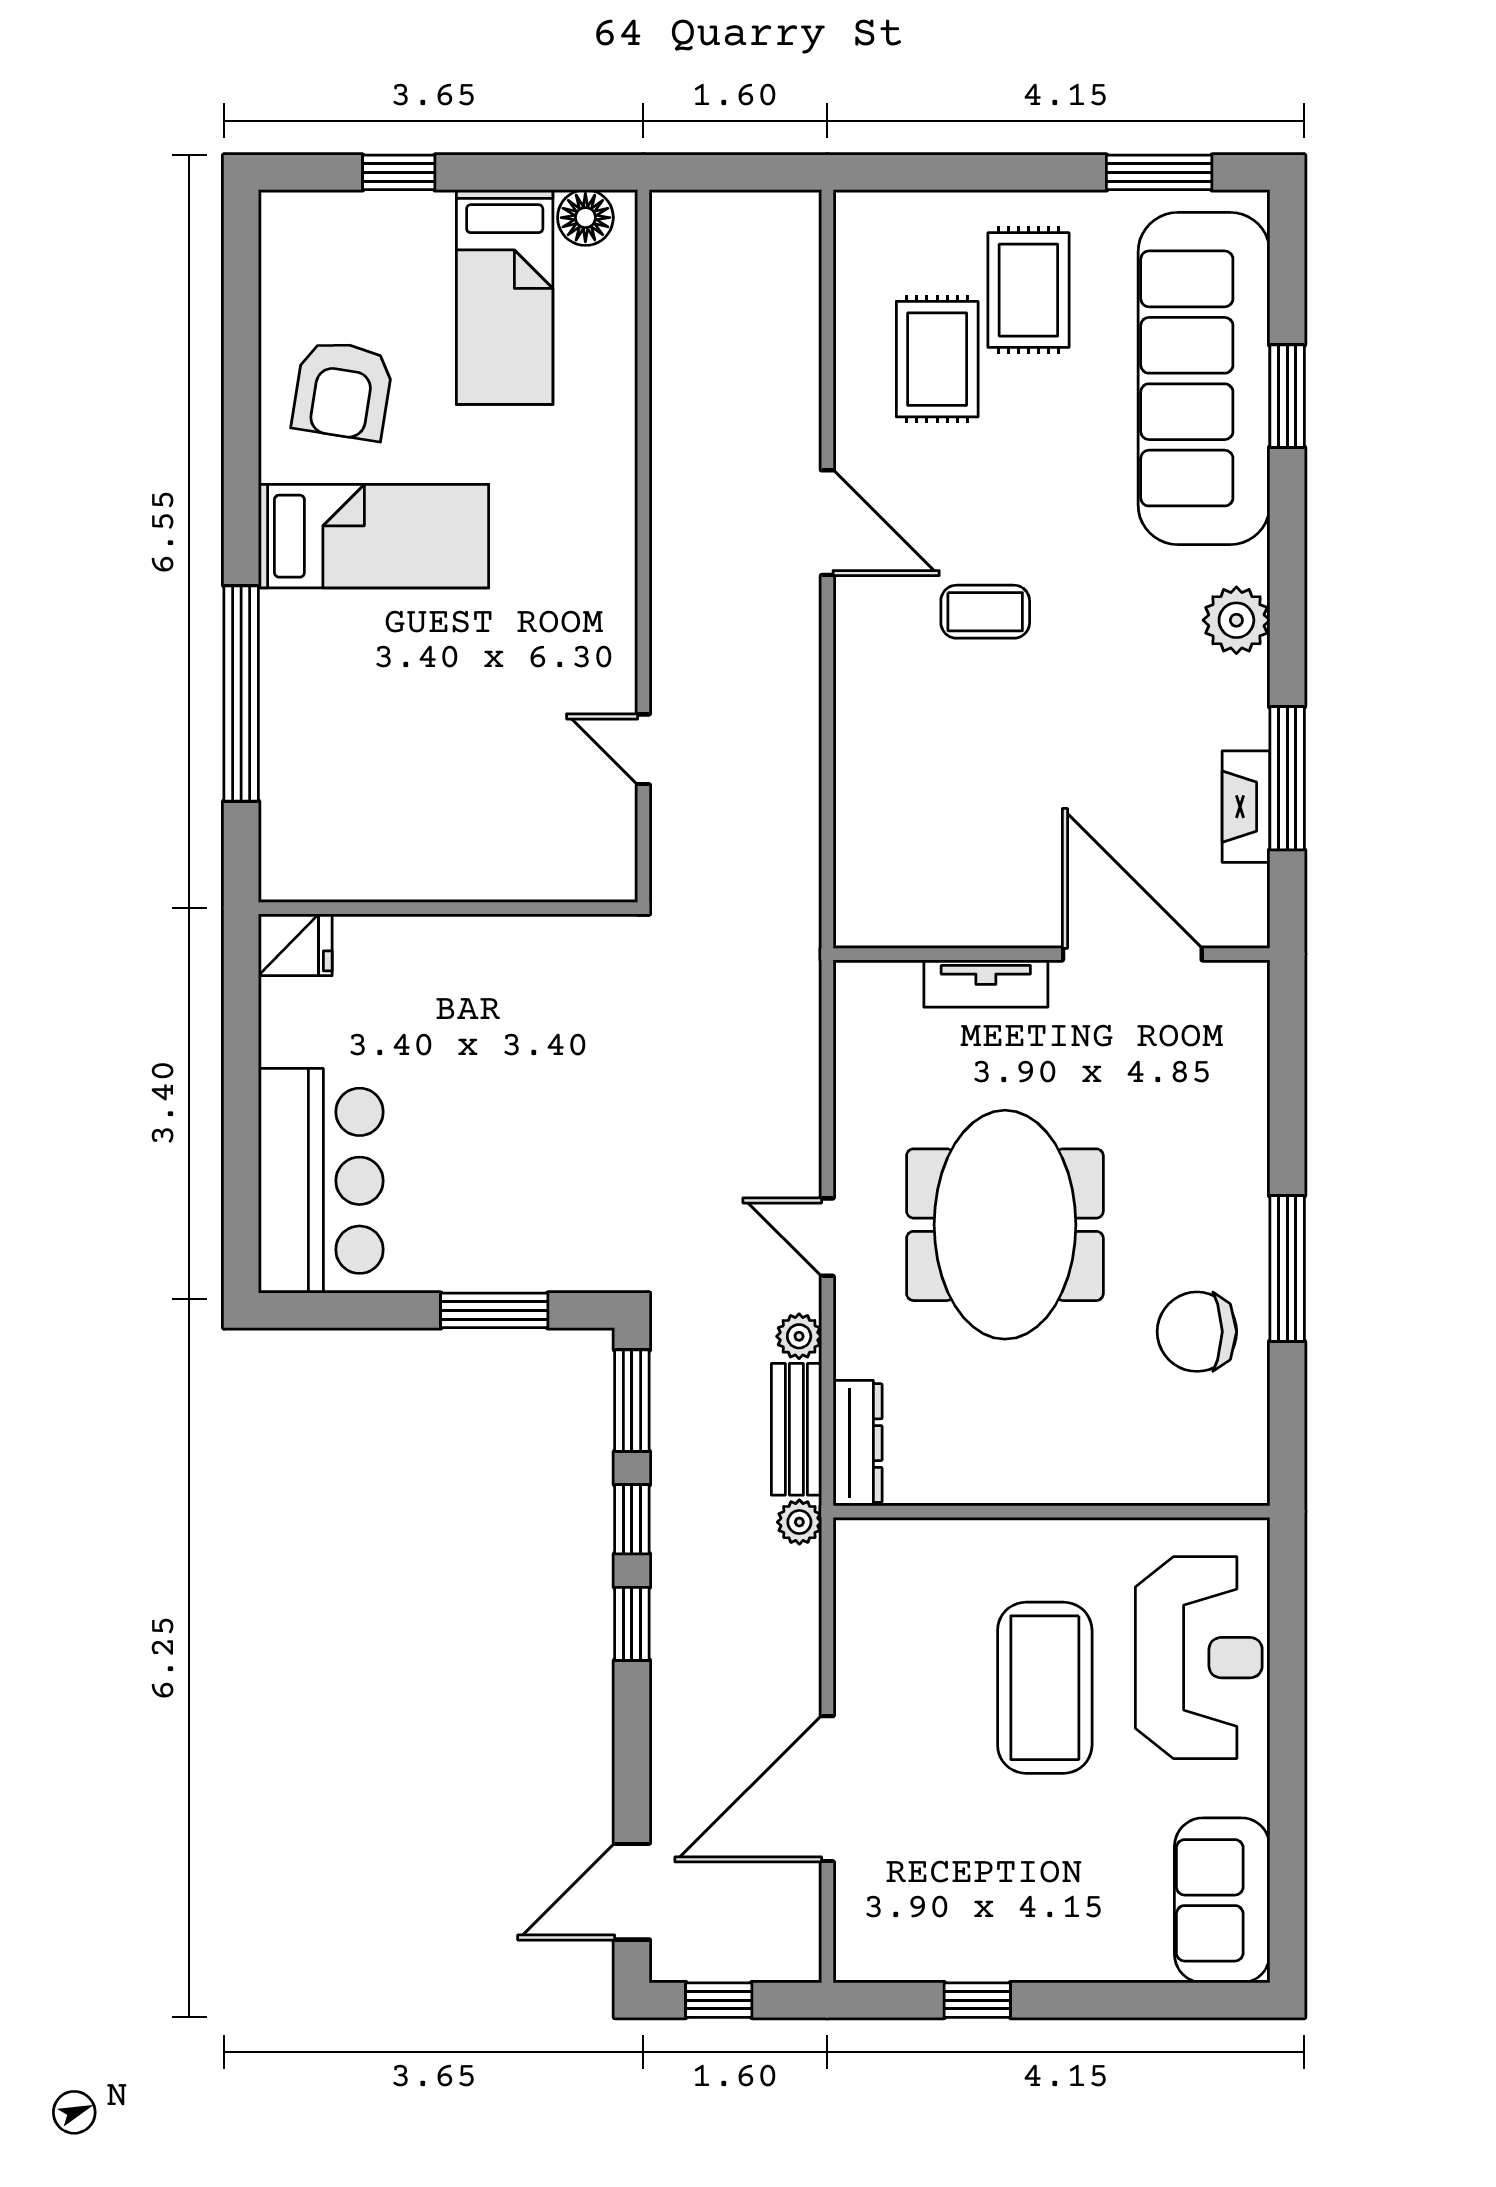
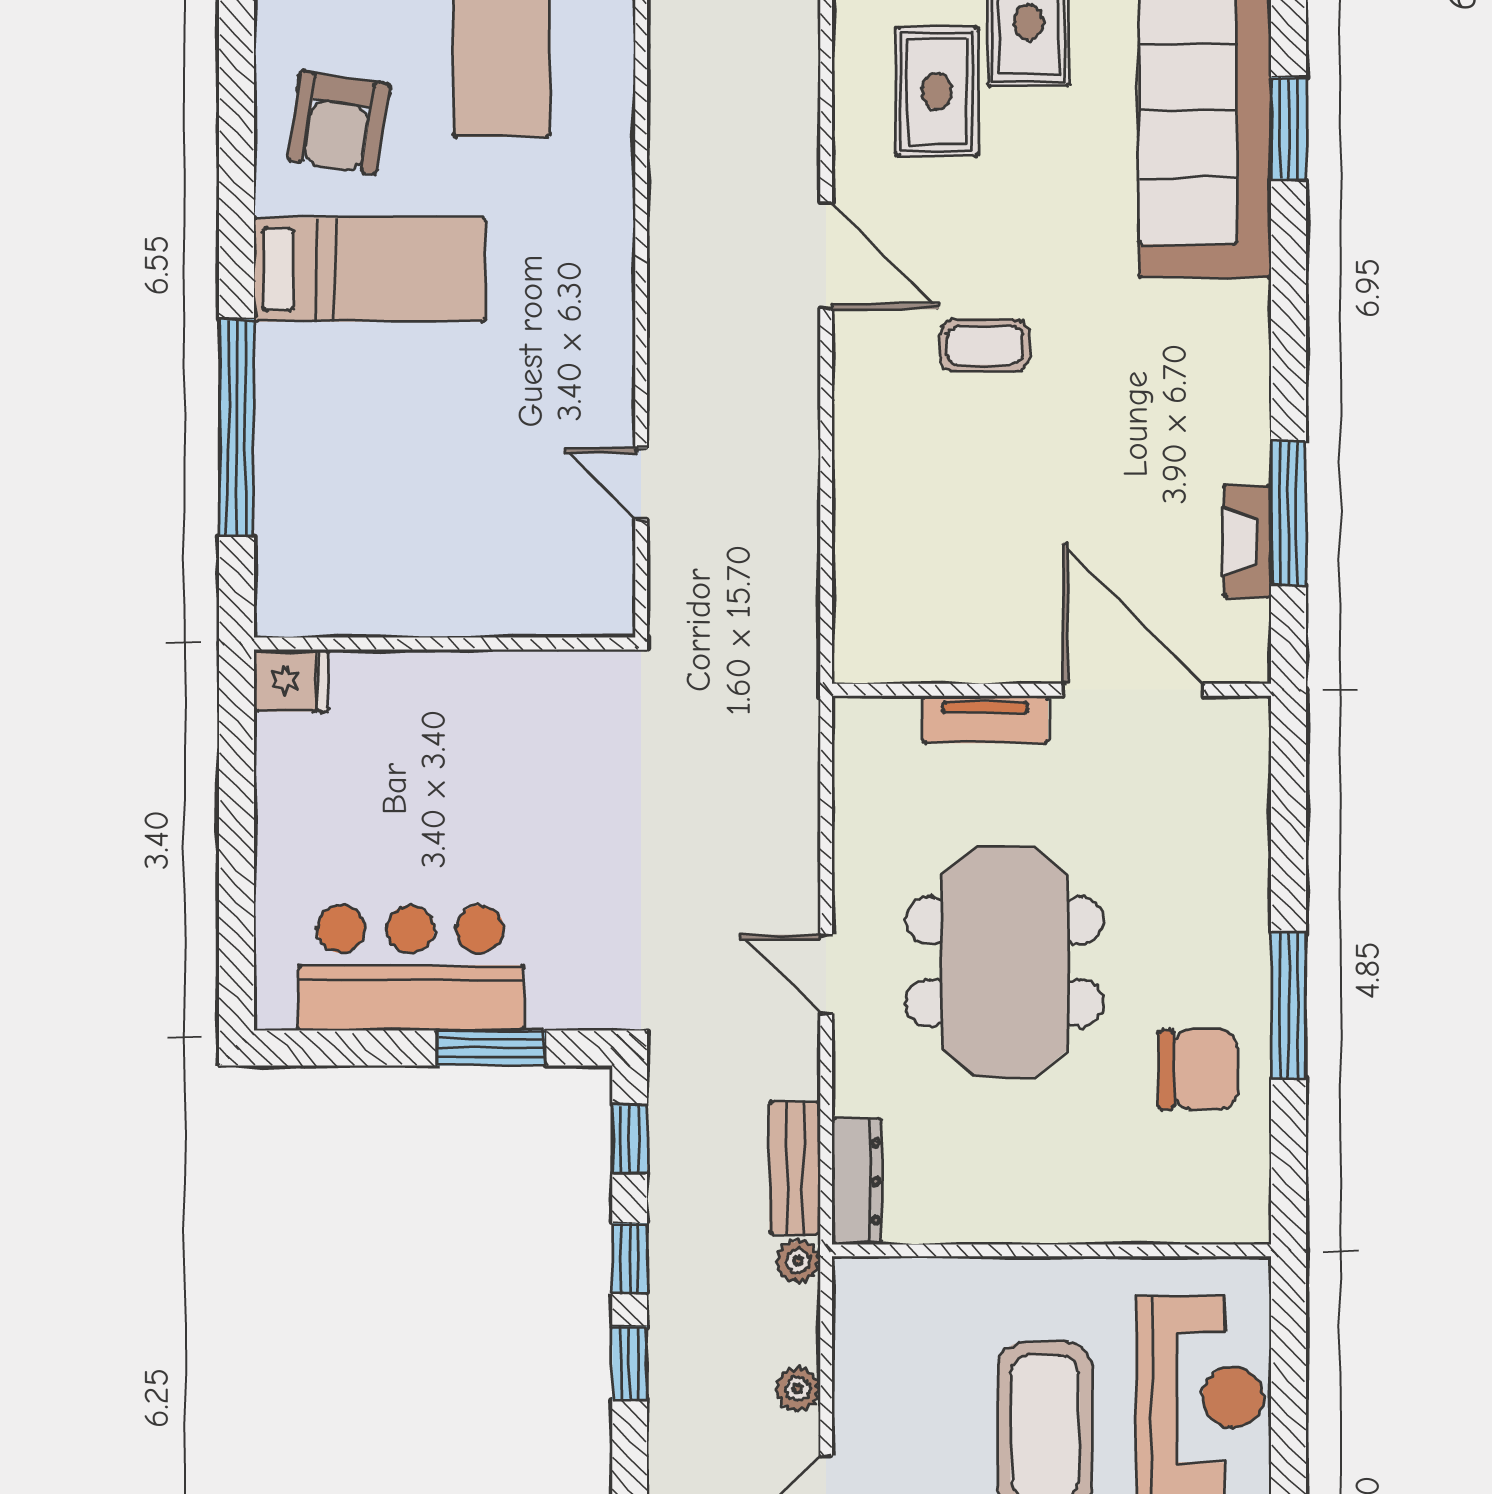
plant: (1236, 620) -> (1238, 354), removed
bar counter: (321, 1181) -> (411, 968), moved, turned -90
chair: (1197, 1332) -> (1198, 1070), turned 180
plant: (799, 1336) -> (798, 1389), moved
window: (632, 1401) -> (630, 1139), width x0.67

